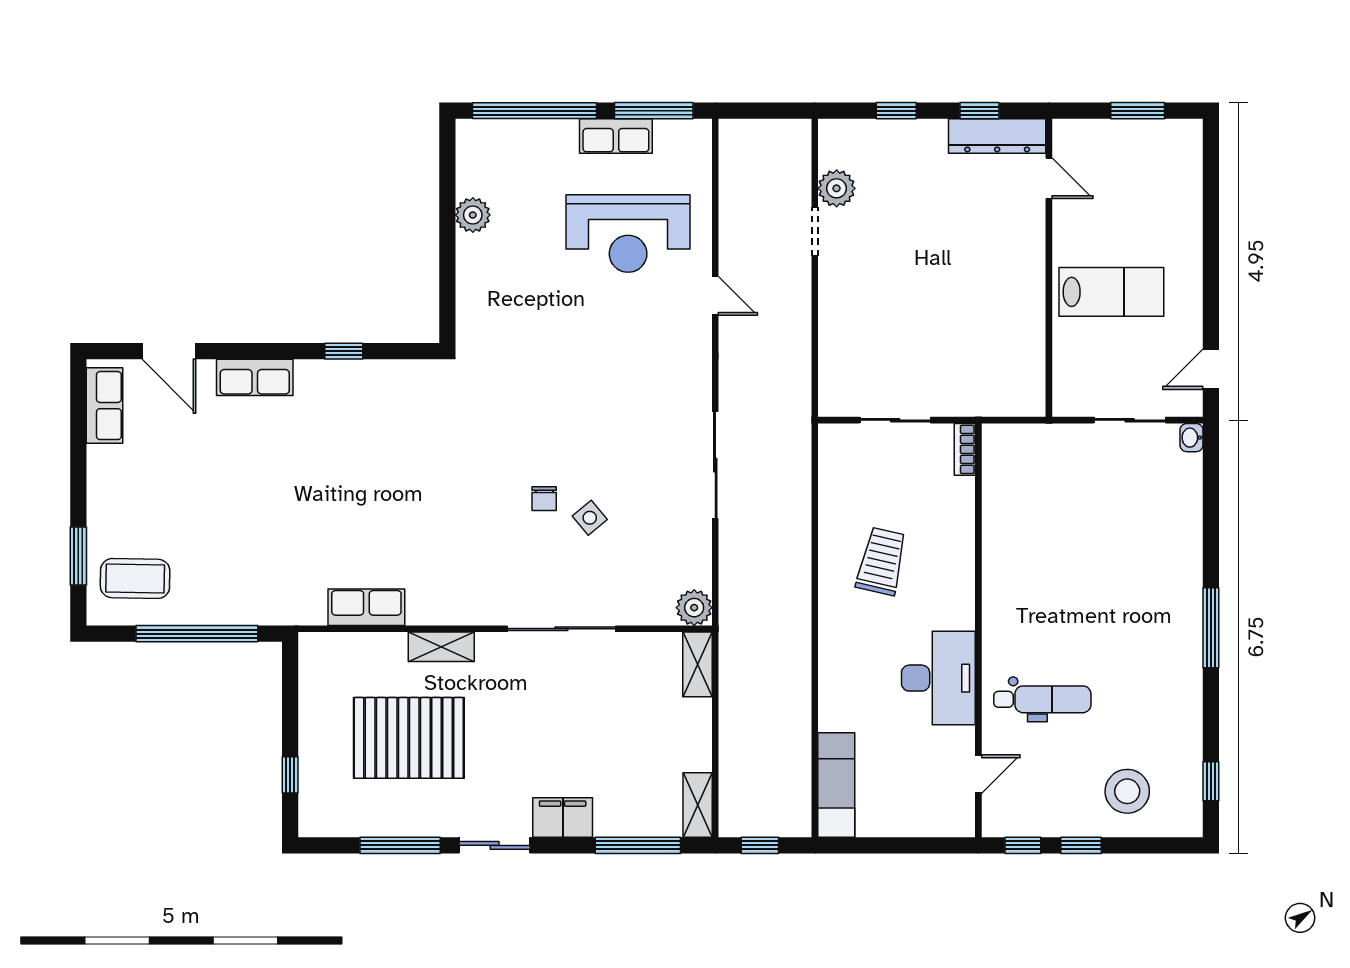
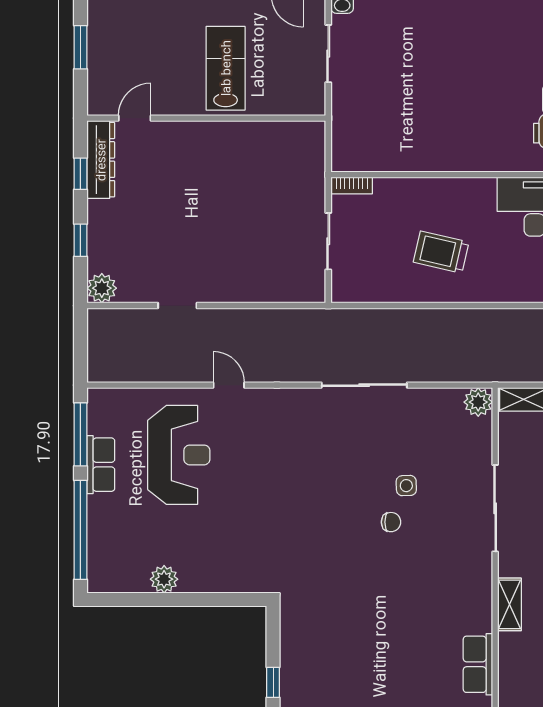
plant: (837, 188) -> (102, 288), moved
door: (715, 296) -> (229, 385), hinge flipped
side table: (590, 518) -> (406, 486), turned 38

